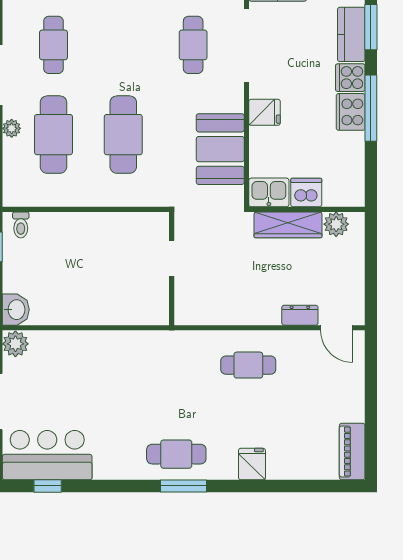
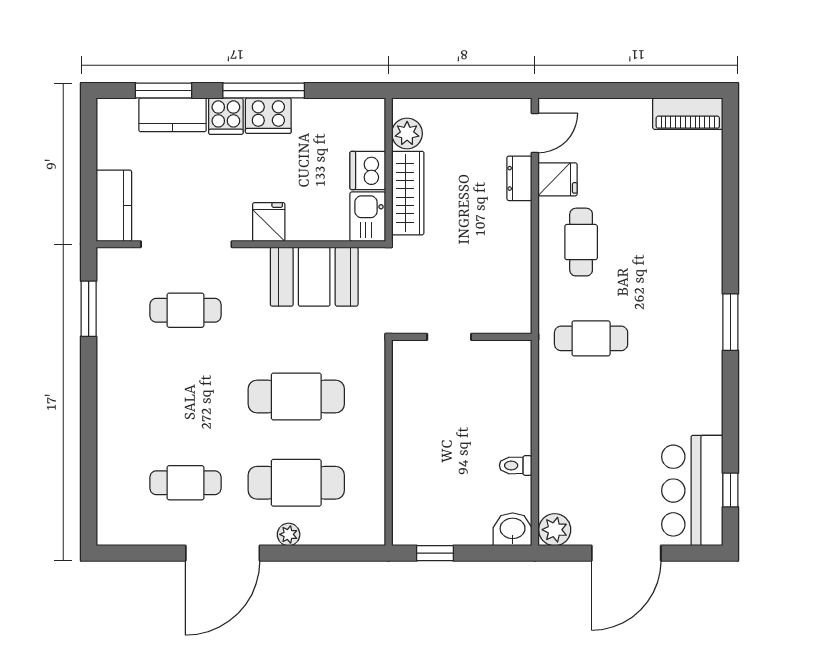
toilet: (21, 225) -> (516, 465), moved, turned 180
cafe table: (176, 454) -> (591, 338), moved, turned 90
fridge: (252, 464) -> (558, 179), moved, turned 180

